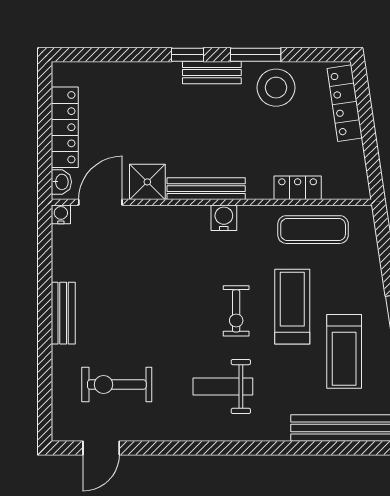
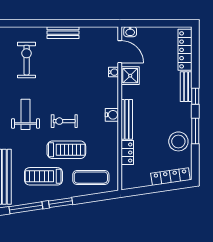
bench: (212, 73) -> (186, 87), moved
locker: (65, 127) -> (185, 50), moved, turned 90
bench: (206, 189) -> (127, 119), moved
water cooler: (61, 214) -> (114, 72), moved
exercise mat: (313, 230) -> (91, 178), moved, turned 90

